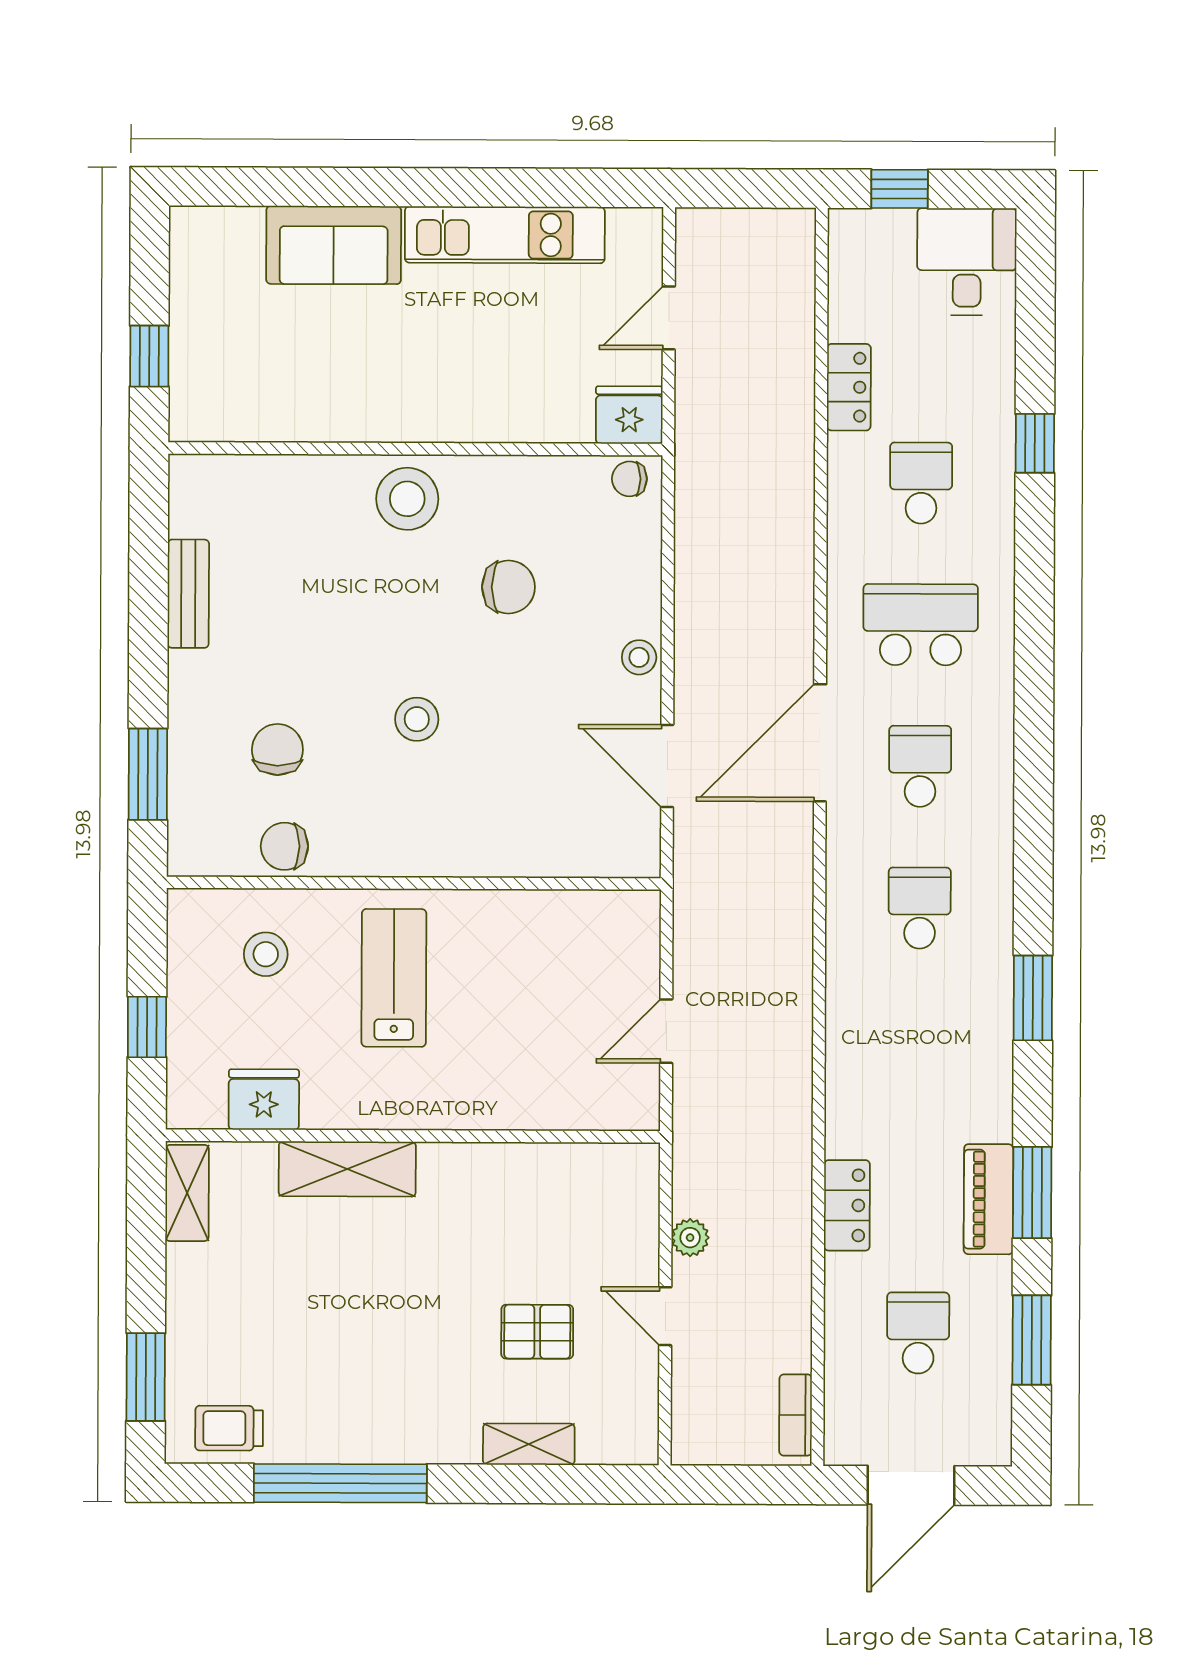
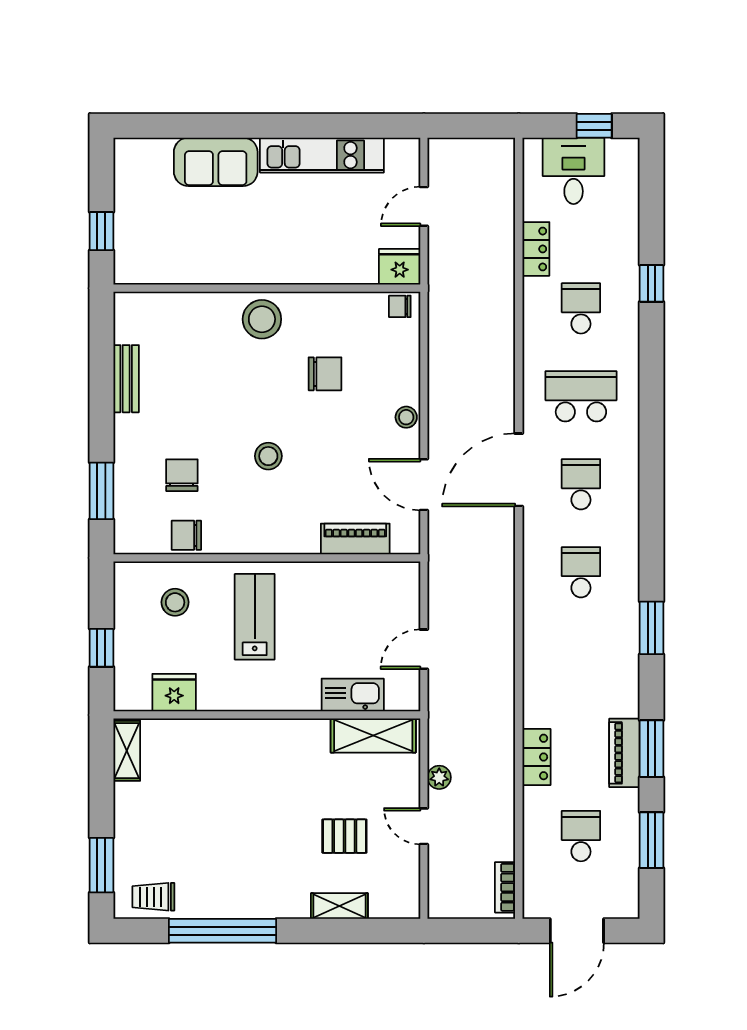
window: (900, 189) -> (594, 126), moved
desk: (967, 262) -> (574, 171), moved
piano: (556, 853) -> (355, 539), added
kitchen sink: (551, 1104) -> (353, 695), added
shelving: (347, 1169) -> (373, 736), moved

